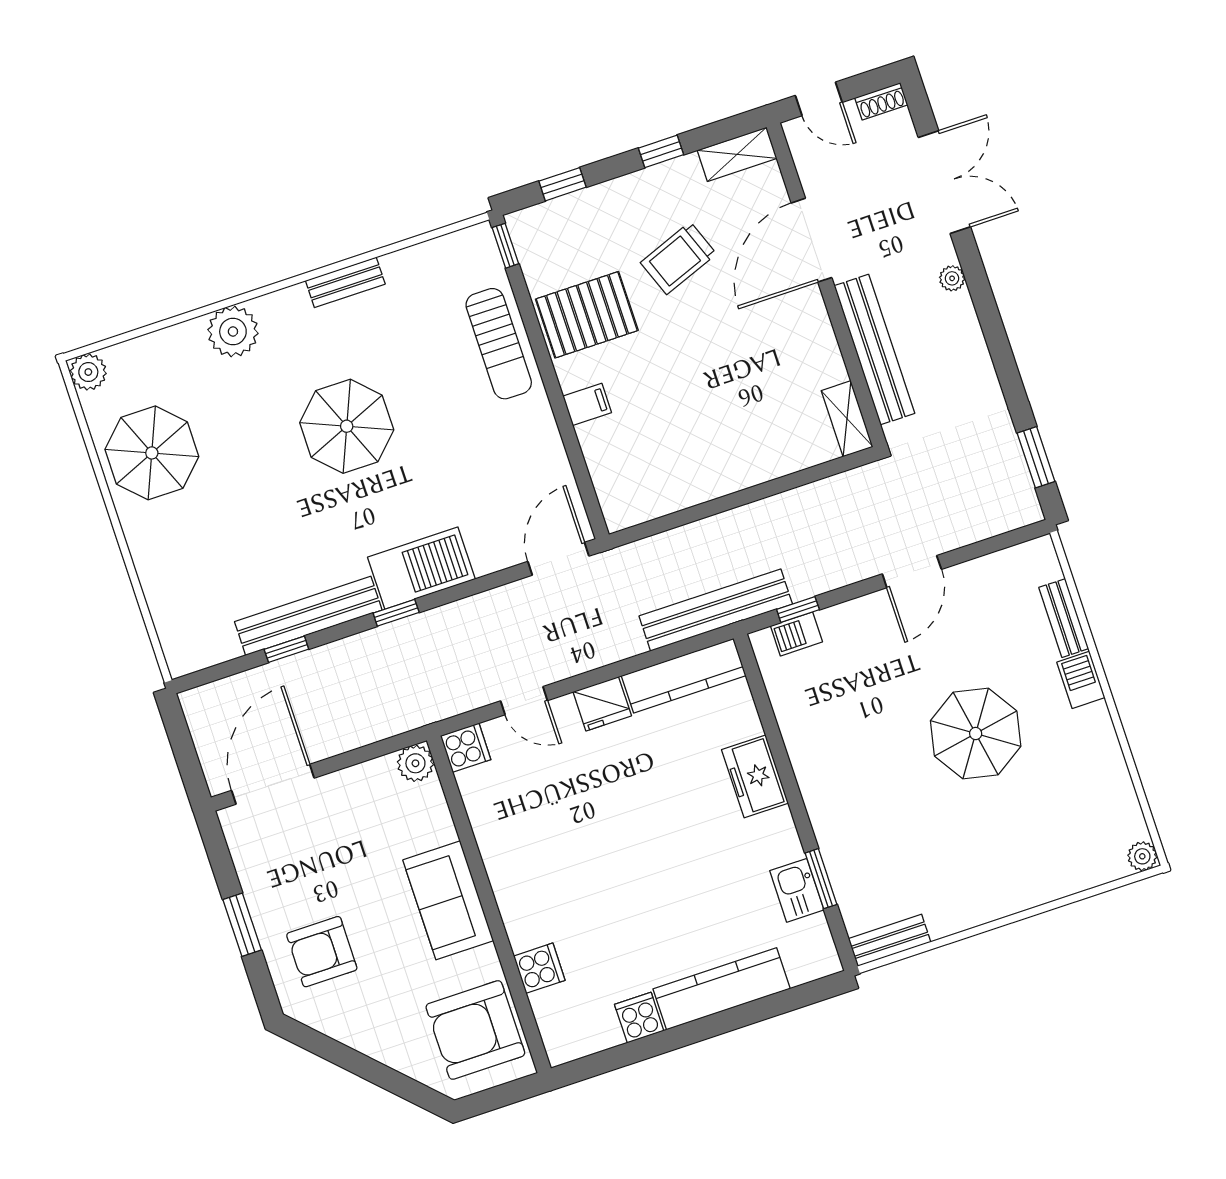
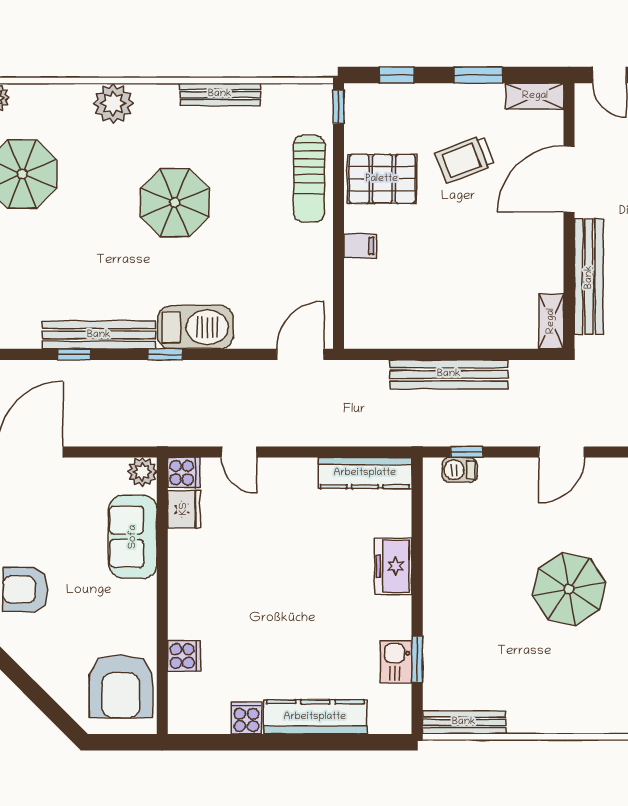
window: (661, 151) -> (478, 75), width x1.50
bench: (345, 282) -> (220, 94), width x1.36
bench: (716, 610) -> (449, 374), moved
fridge: (602, 704) -> (184, 509), moved, turned -90
sofa: (448, 900) -> (133, 537), moved
bench: (890, 940) -> (464, 722), width x1.36
armchair: (475, 1030) -> (121, 686), turned -90

